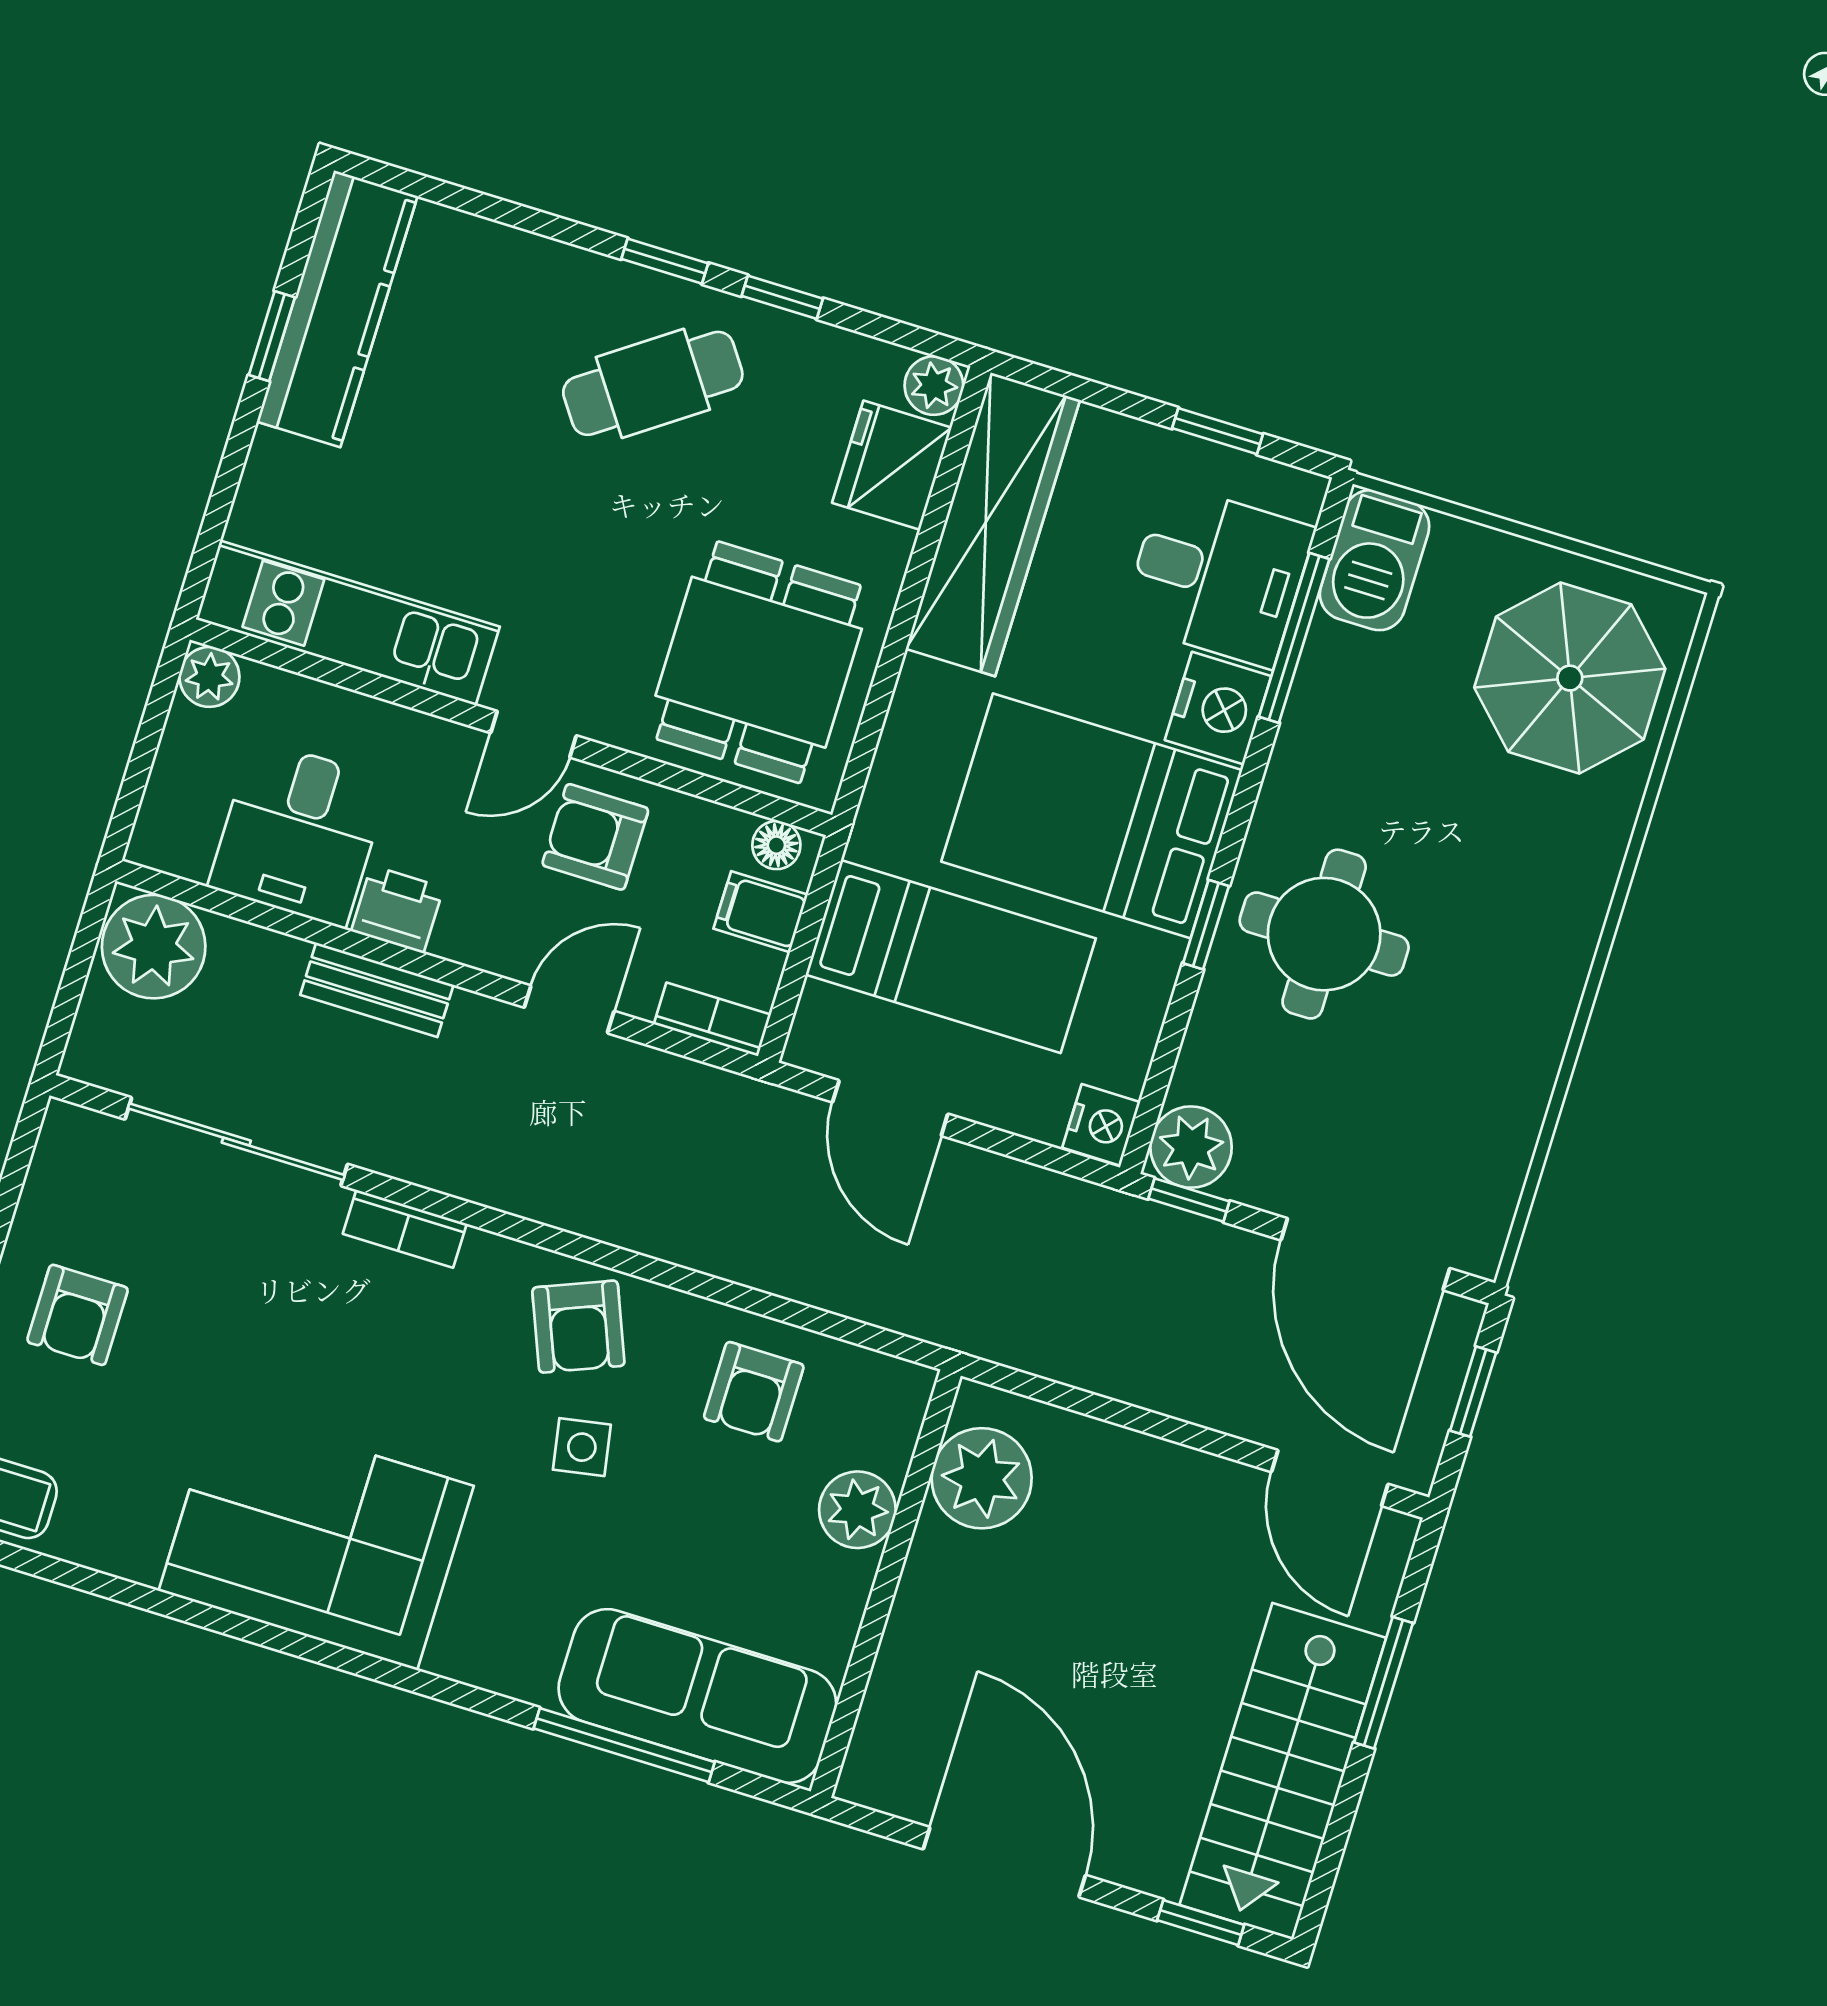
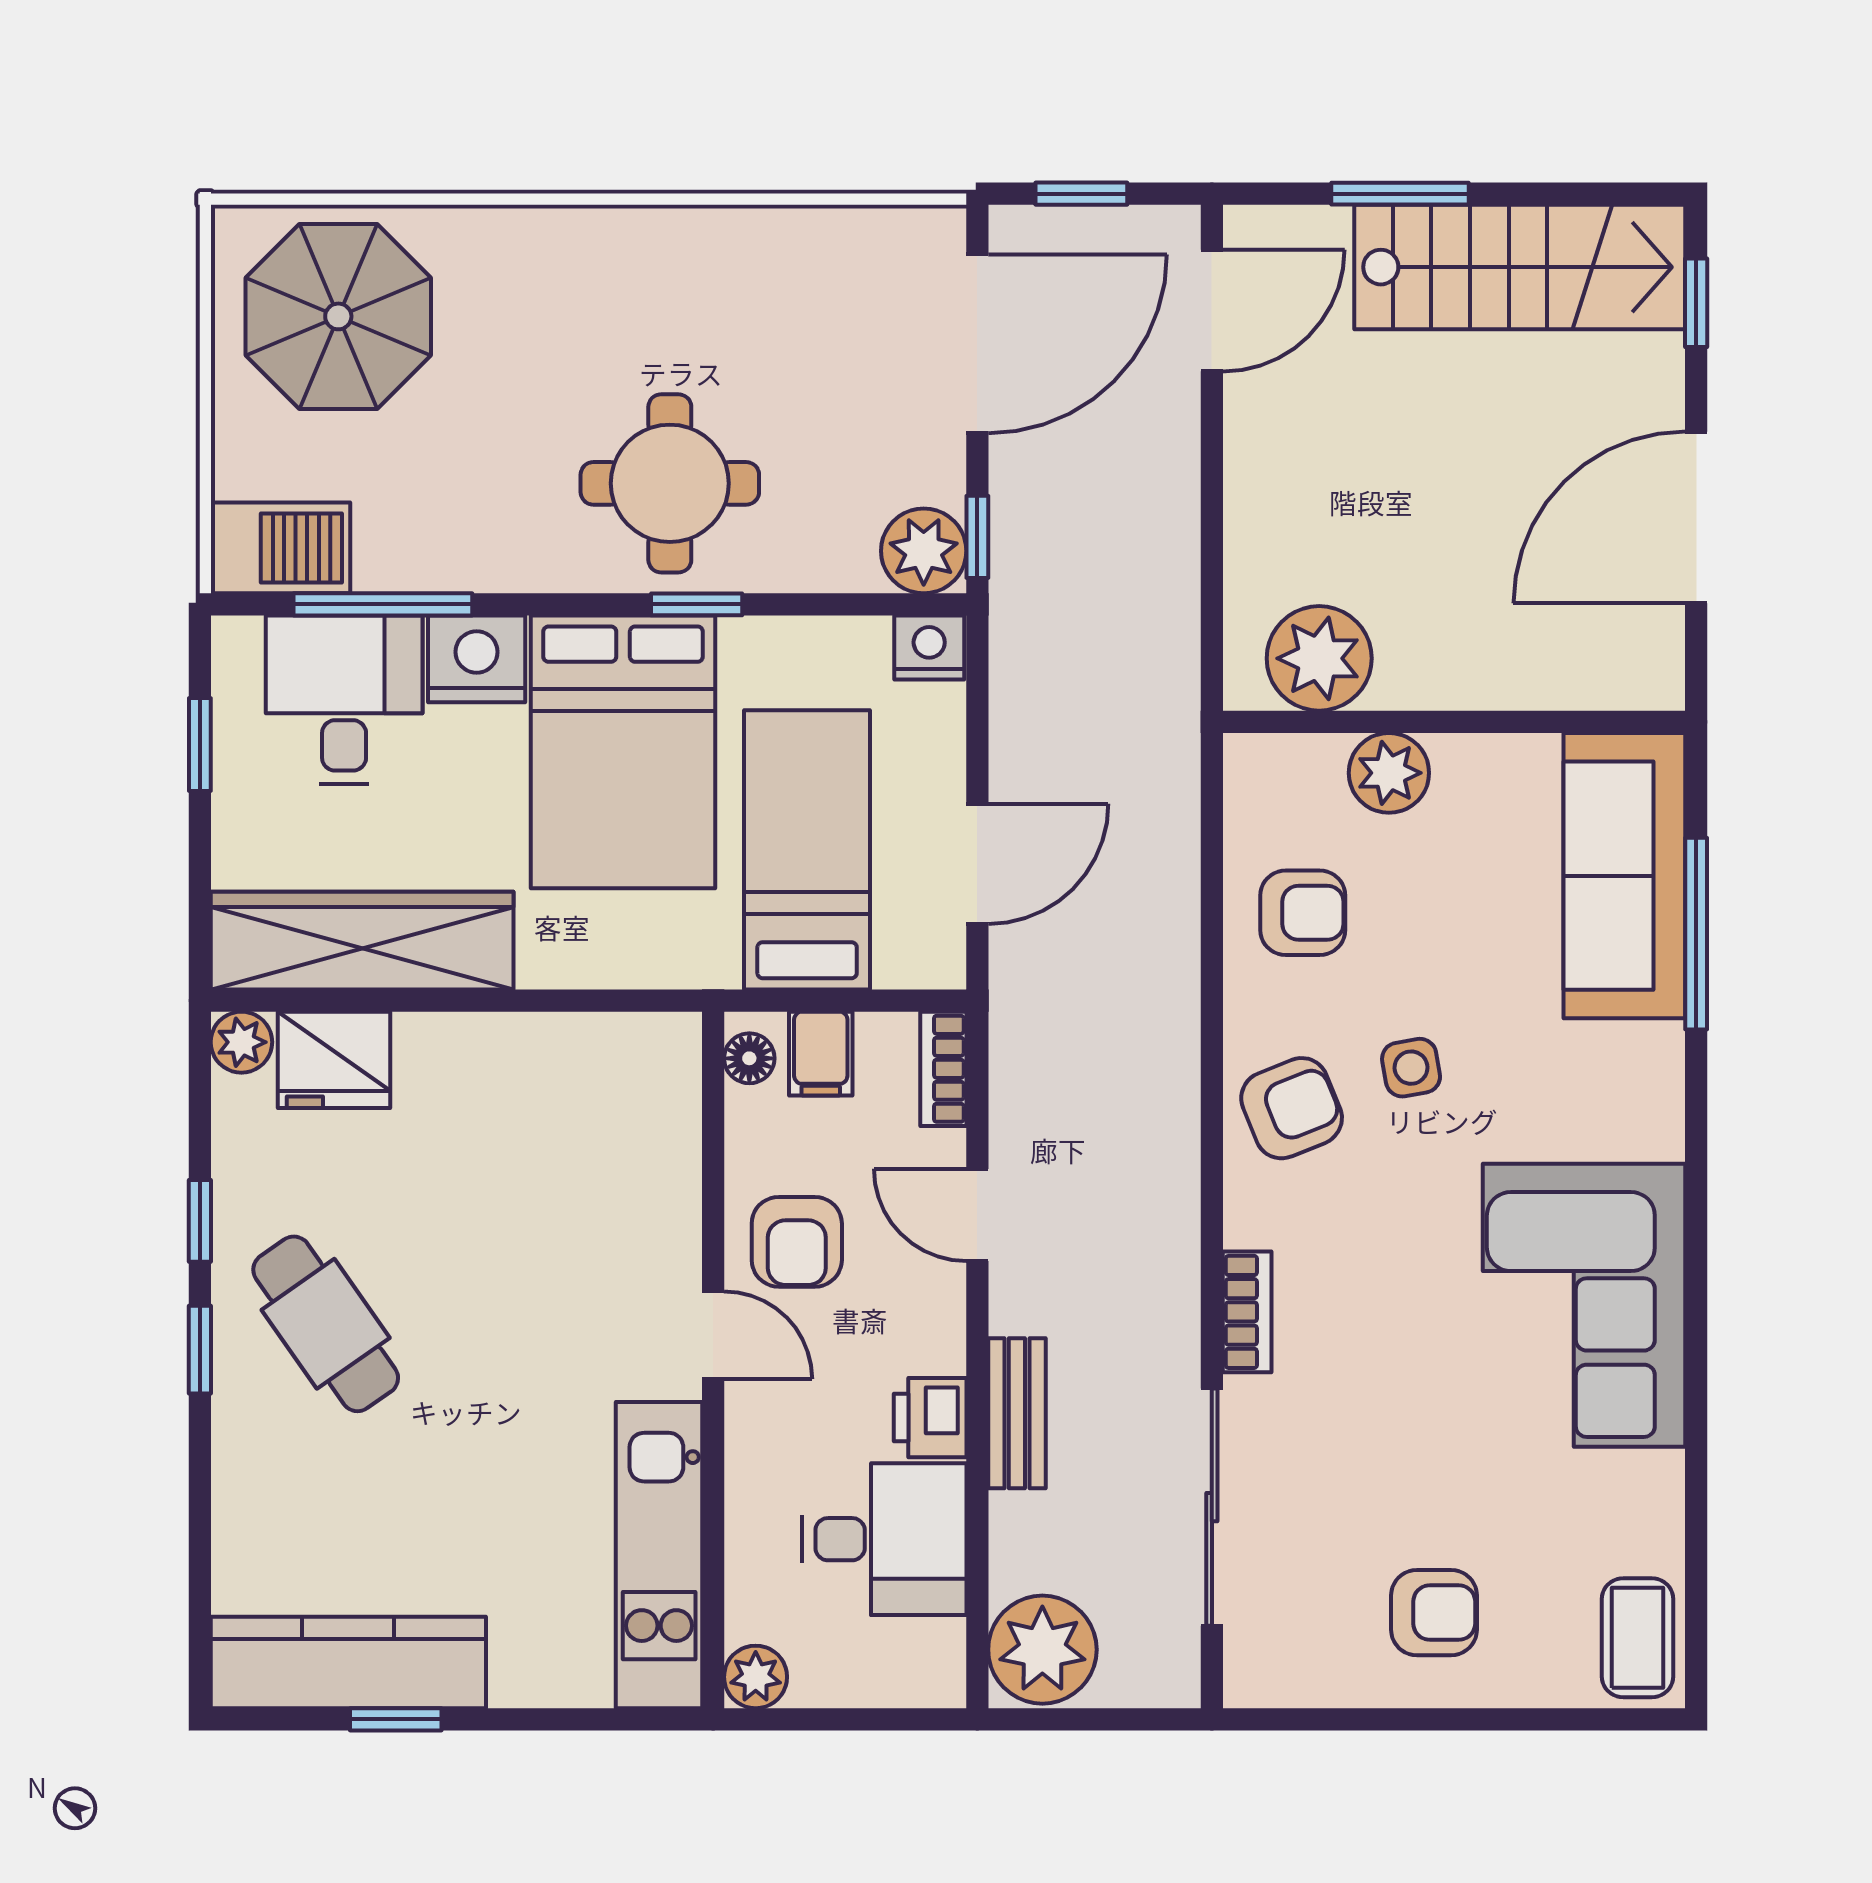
dining table: (759, 662) -> (572, 1132), removed

